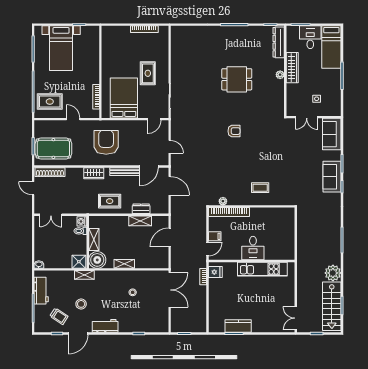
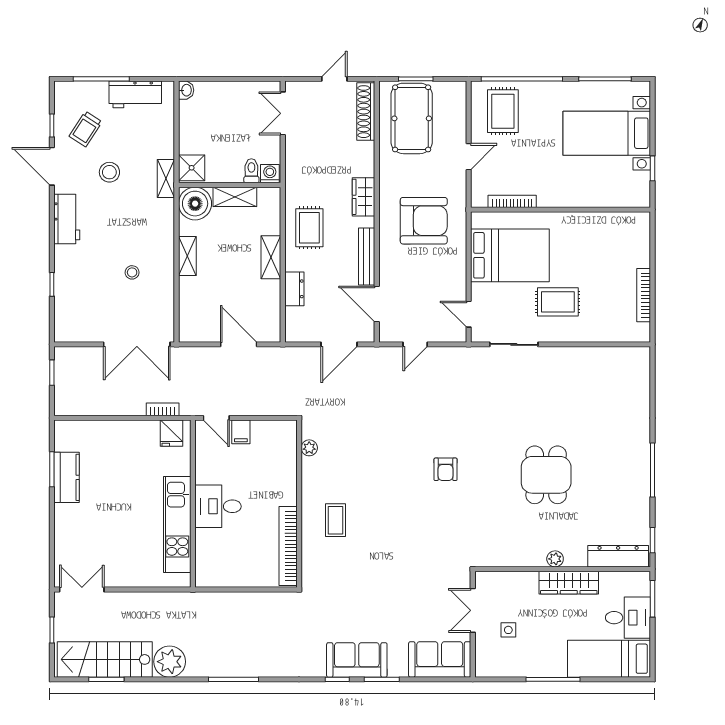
bookcase: (229, 212) -> (288, 546), moved
shelving: (140, 221) -> (271, 257), moved

